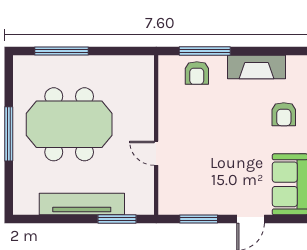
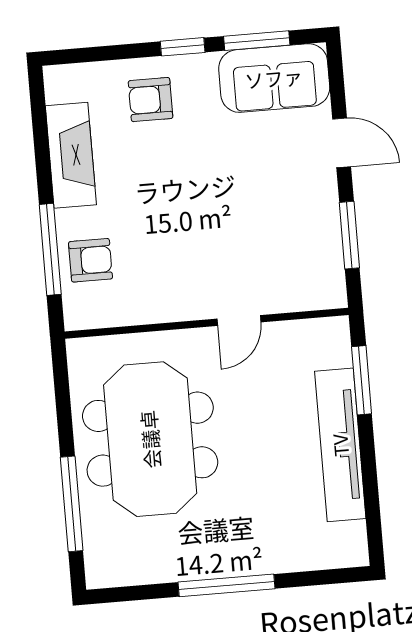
armchair: (284, 114) -> (151, 100), turned 180
meeting table: (69, 124) -> (150, 439), moved

